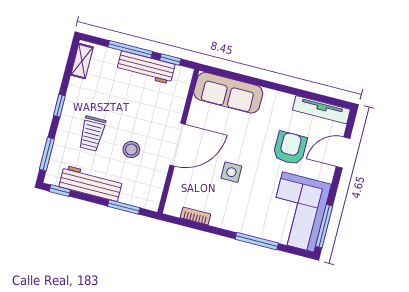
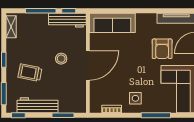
workbench: (146, 68) -> (67, 20), moved
trolley: (92, 134) -> (30, 73), turned 101
armchair: (290, 148) -> (162, 49), turned 180
stool: (131, 150) -> (61, 59), moved
side table: (231, 172) -> (135, 98), moved

